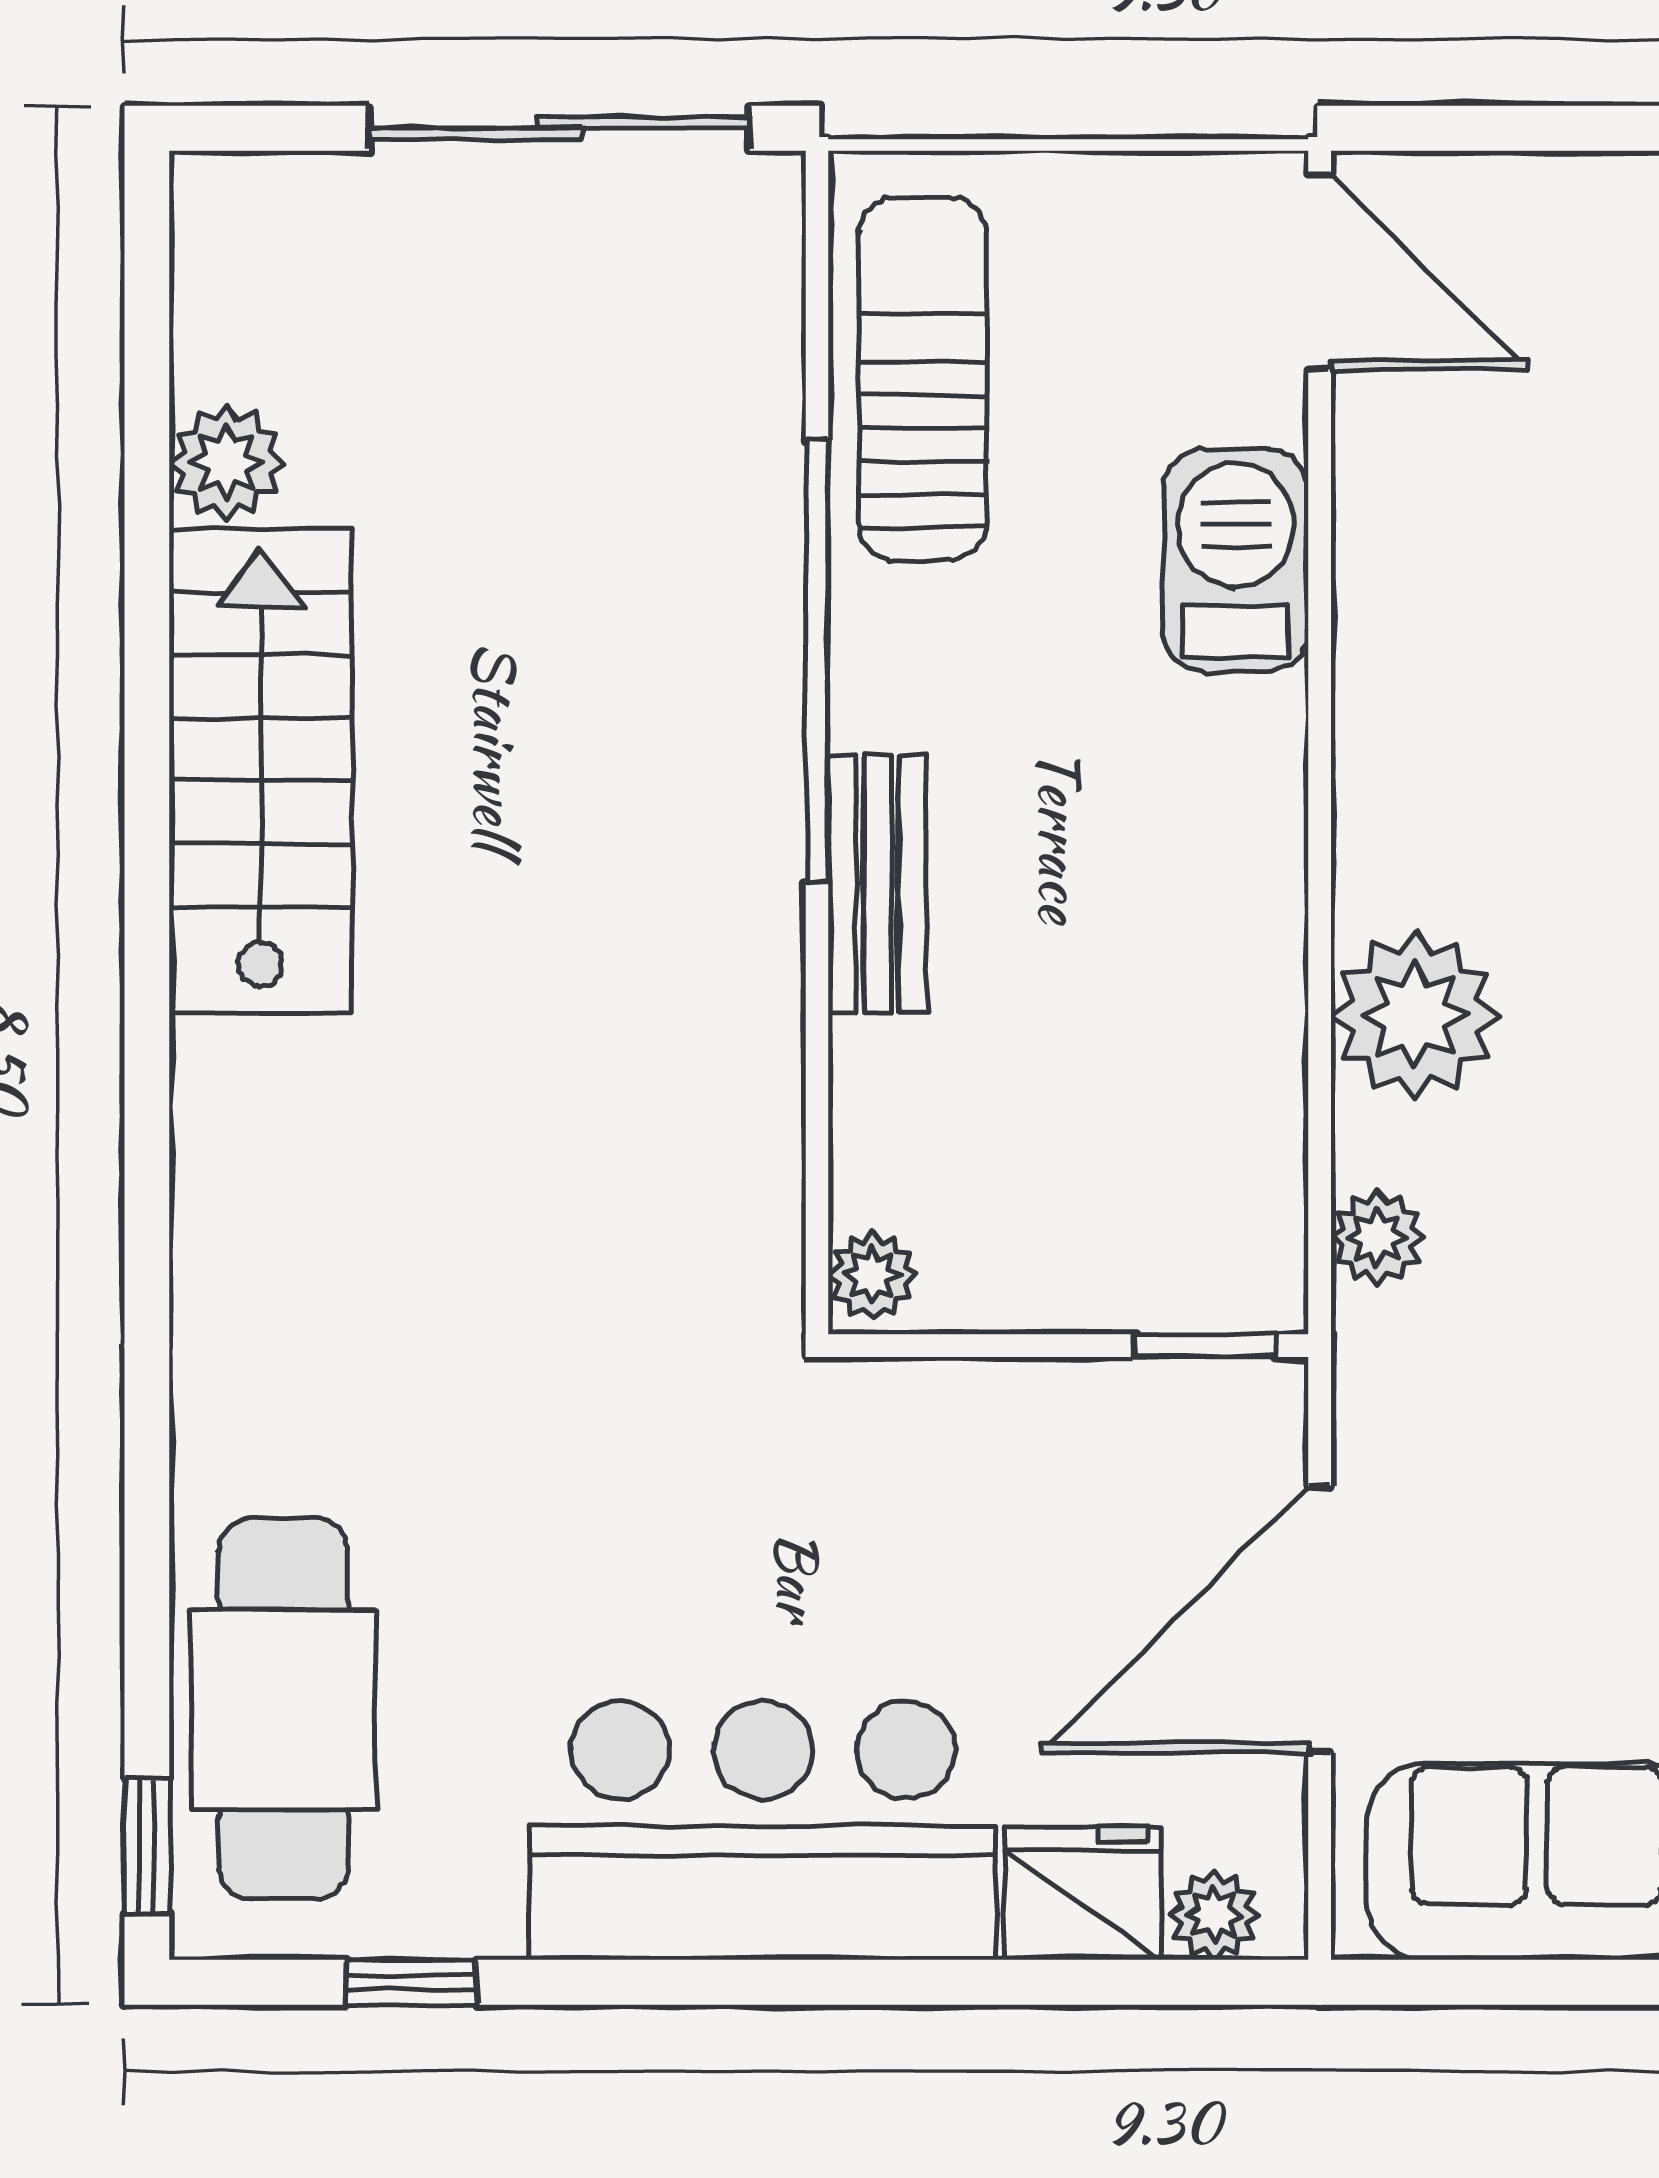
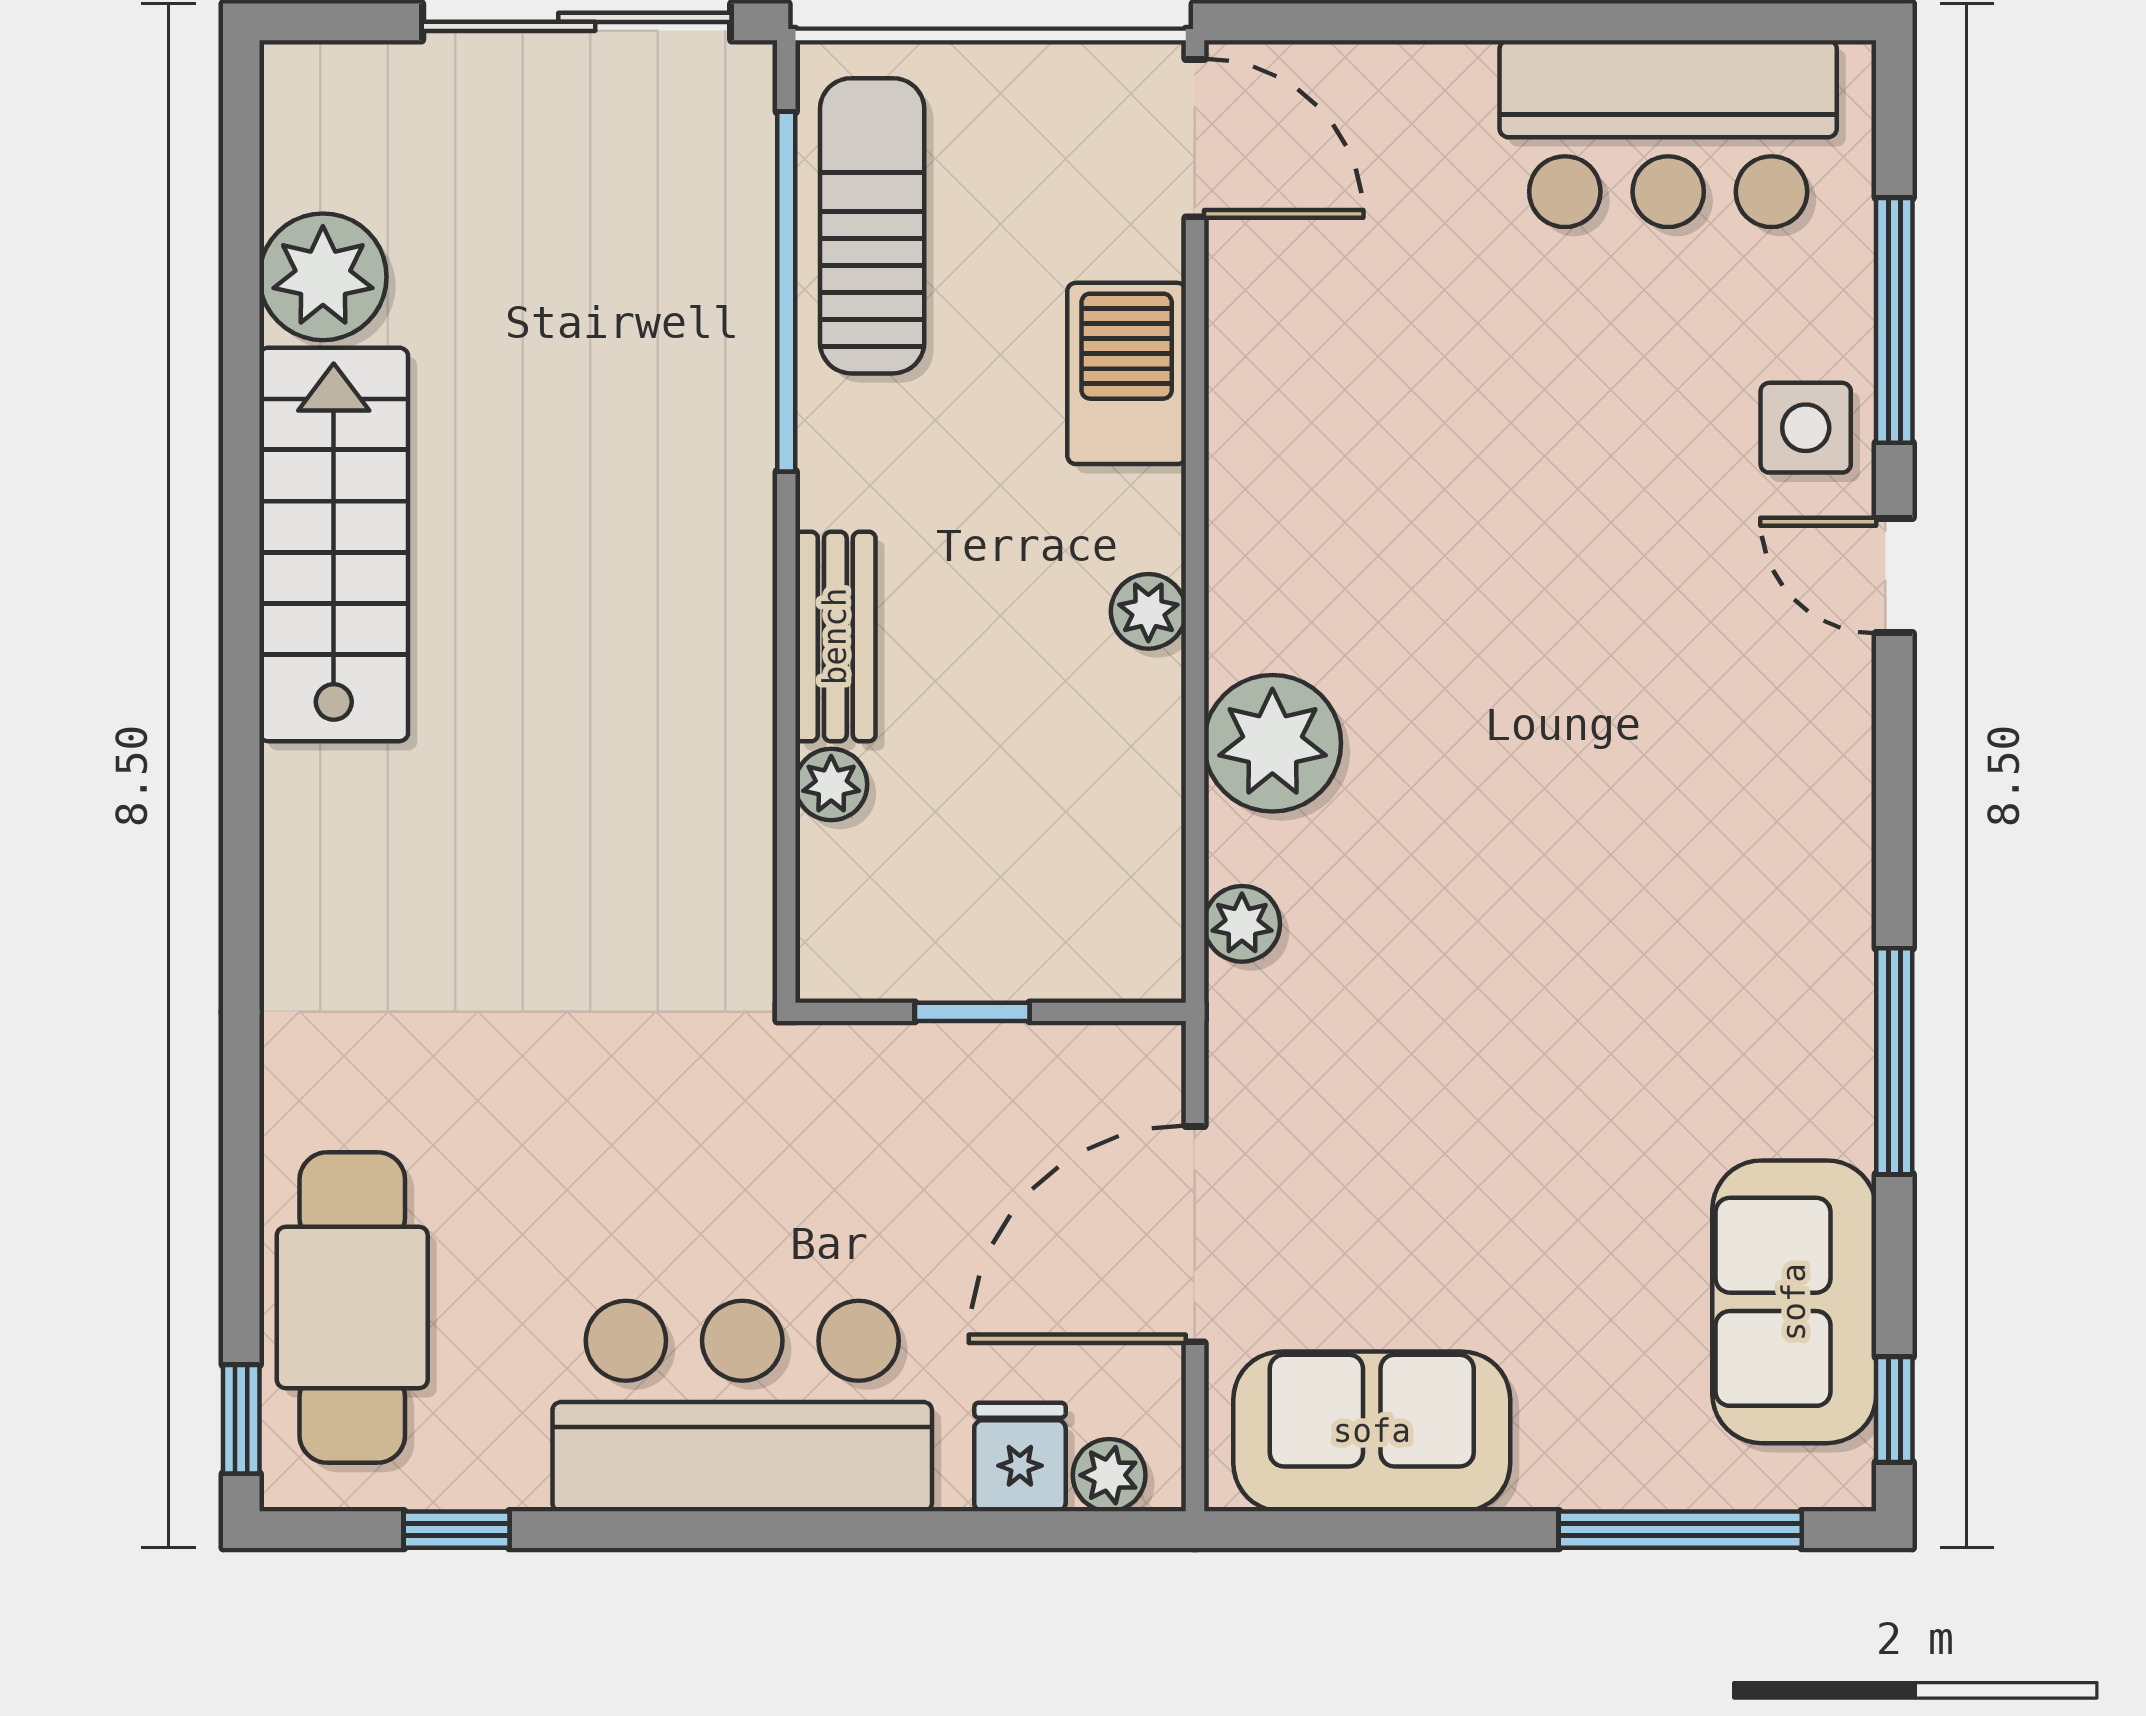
plant: (226, 463) -> (323, 277), width x1.36, depth x1.36
window: (817, 661) -> (786, 292), moved
plant: (1262, 853) -> (1148, 611), added
plant: (872, 1275) -> (831, 784), moved
window: (1204, 1346) -> (972, 1012), moved
fridge: (1083, 1893) -> (1020, 1457), width x0.72

